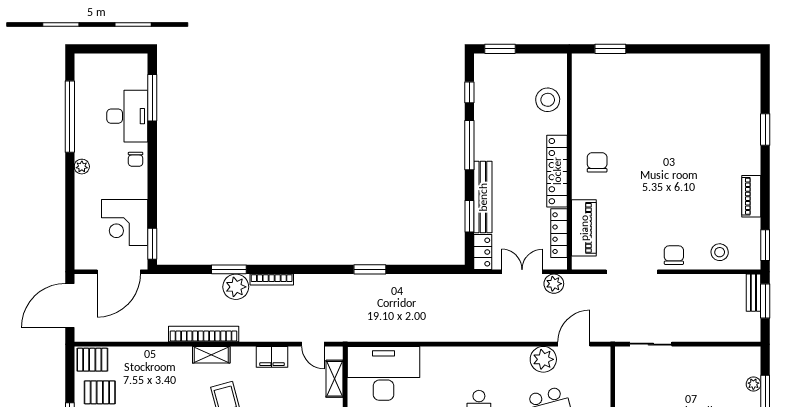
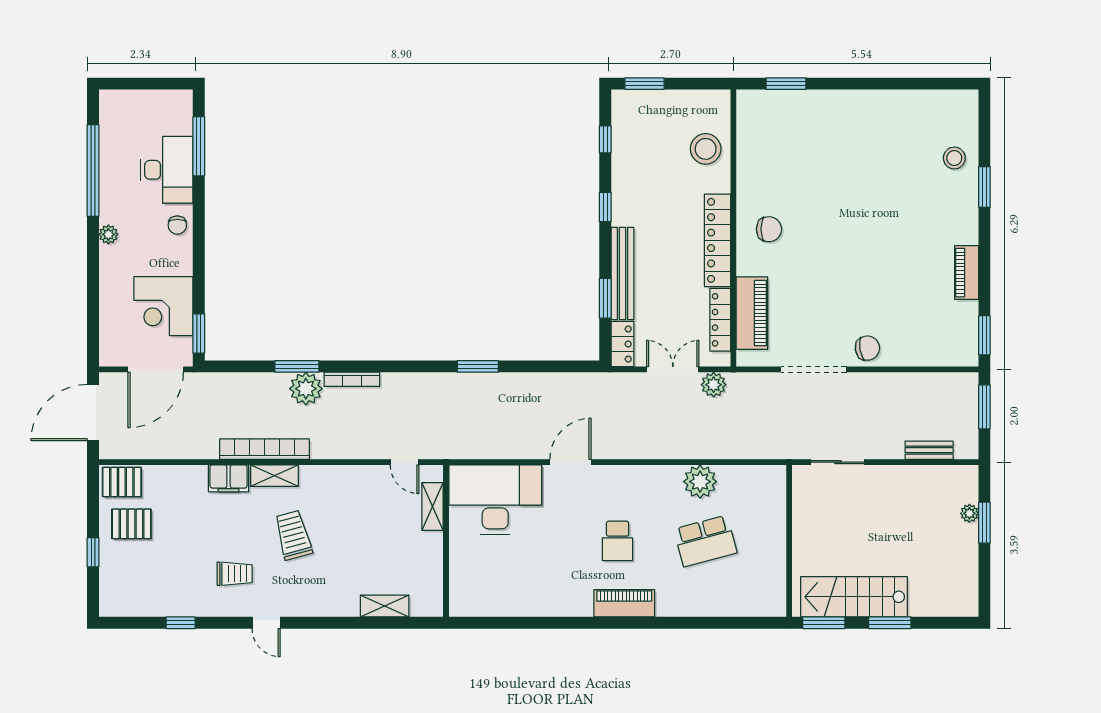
window: (469, 145) -> (605, 207), width x0.46
chair: (597, 162) -> (769, 229), turned 90
stool: (720, 252) -> (954, 158), moved
chair: (674, 255) -> (867, 348), turned 81
bench: (753, 293) -> (929, 450), moved, turned 90
door: (574, 344) -> (570, 462), moved
filing cabinet: (272, 357) -> (229, 478), moved

